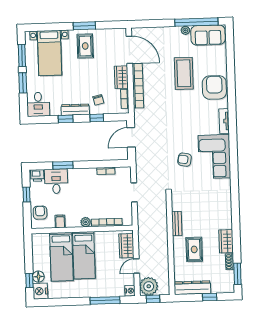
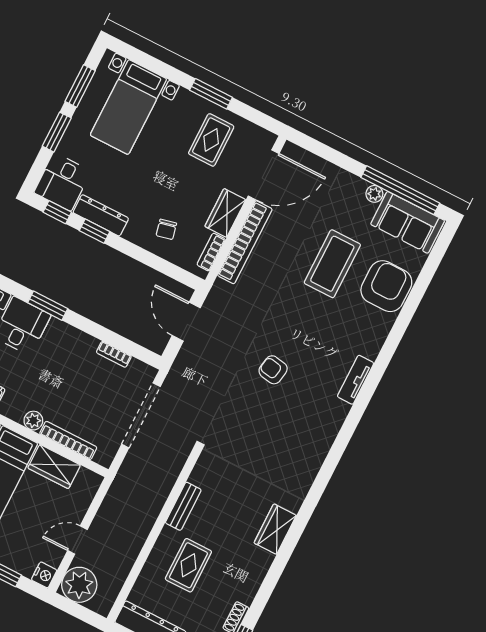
rug: (85, 46) -> (211, 140), moved
door: (129, 50) -> (264, 175), hinge flipped
armchair: (214, 87) -> (386, 286), moved
dresser: (75, 110) -> (101, 215), moved
window: (97, 118) -> (57, 212), moved
door: (131, 137) -> (186, 322), hinge flipped
corner sofa: (214, 157) -> (307, 430), removed
armchair: (185, 160) -> (273, 370), moved
doorway: (134, 192) -> (141, 415), width x1.88
wardrobe: (226, 241) -> (275, 529), moved
wardrobe: (126, 246) -> (54, 466), moved, turned -90
window: (153, 299) -> (75, 610), removed

